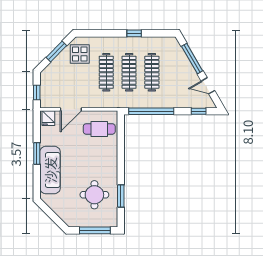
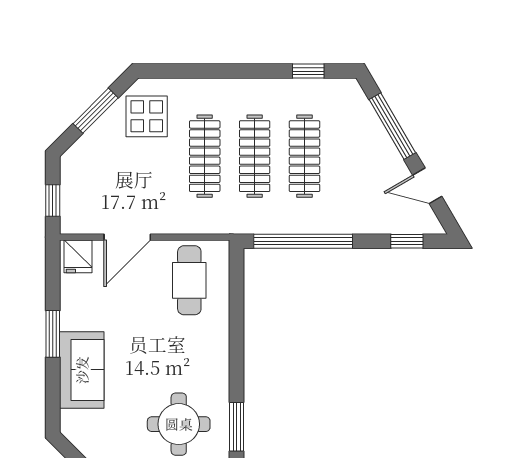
window: (134, 33) -> (308, 71), moved
cafe table: (99, 129) -> (189, 280), turned 90
sofa: (50, 170) -> (82, 370), width x0.73

